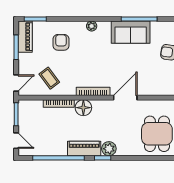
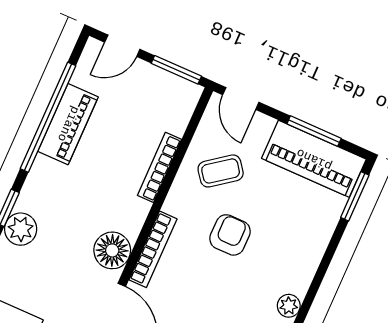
piano: (25, 37) -> (314, 159), width x1.37, depth x1.33
armchair: (61, 42) -> (230, 235), moved, turned -90
floor lamp: (83, 108) -> (112, 250), moved
piano: (84, 148) -> (68, 124), moved

